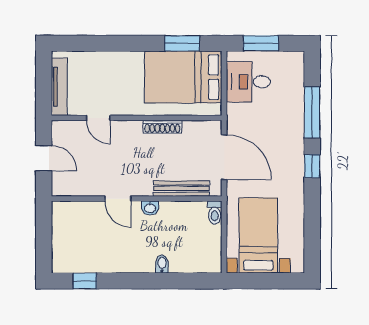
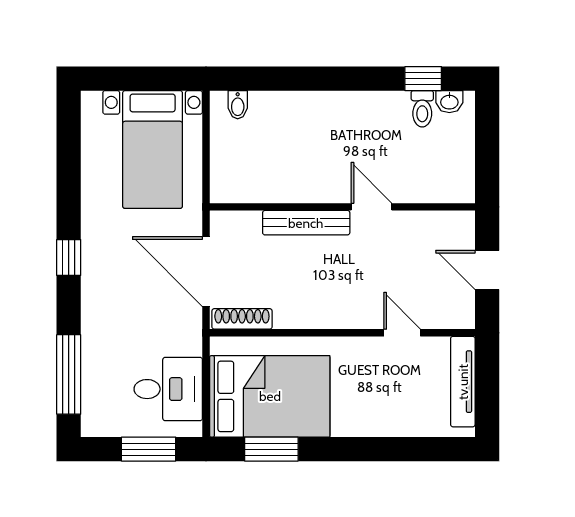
window: (312, 112) -> (69, 374), moved
shoe rack: (162, 127) -> (242, 319), moved
bench: (181, 188) -> (306, 223), moved
washbasin: (150, 208) -> (449, 102), moved, turned 180
toilet: (215, 213) -> (422, 109), moved, turned 180
bidet: (162, 264) -> (238, 105), moved

